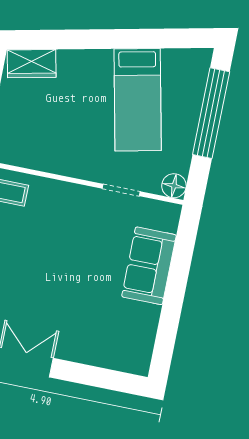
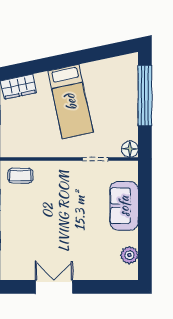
bed: (138, 100) -> (71, 102), moved
plant: (142, 338) -> (129, 255), added

